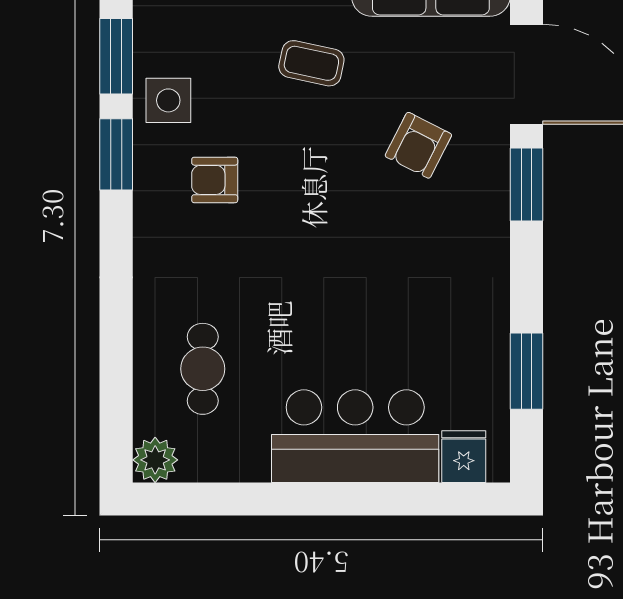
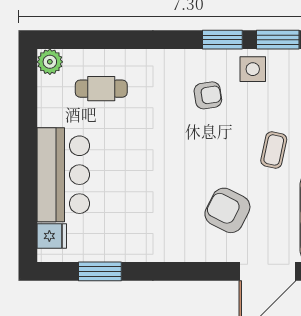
armchair: (418, 145) -> (227, 210), width x1.38, depth x1.38
armchair: (215, 180) -> (208, 95), turned 81
window: (526, 185) -> (205, 271), removed

